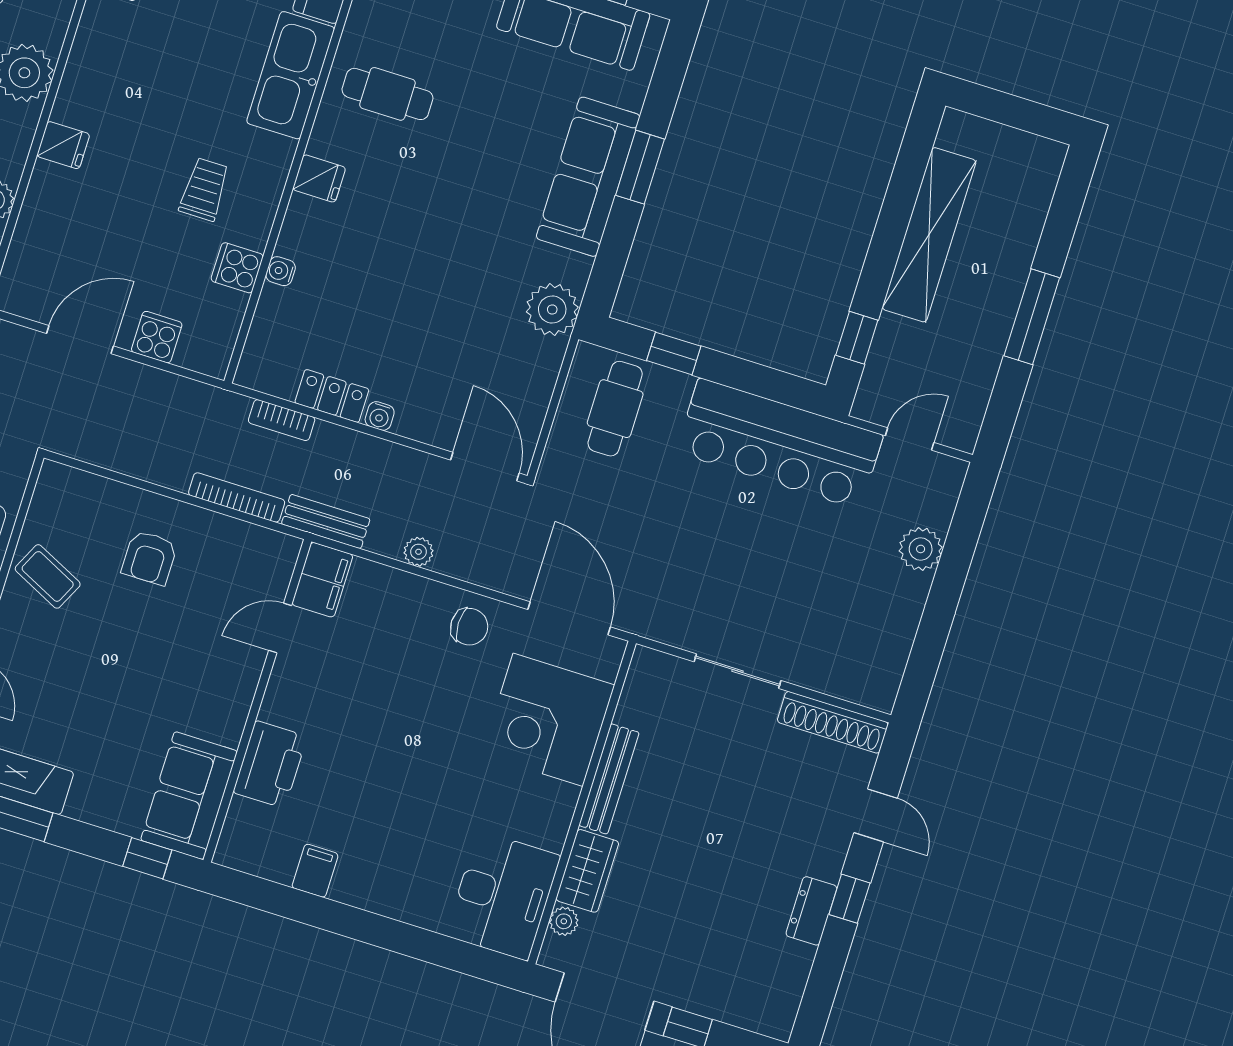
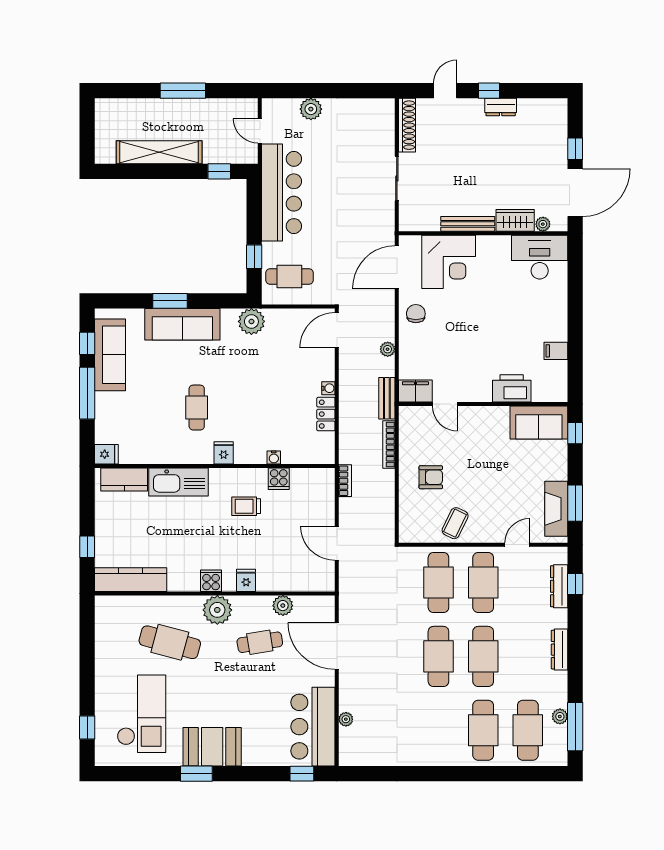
cafe table: (387, 94) -> (197, 408), moved
cooker: (157, 337) -> (211, 581), moved, turned 90
bookcase: (282, 420) -> (345, 481), moved

